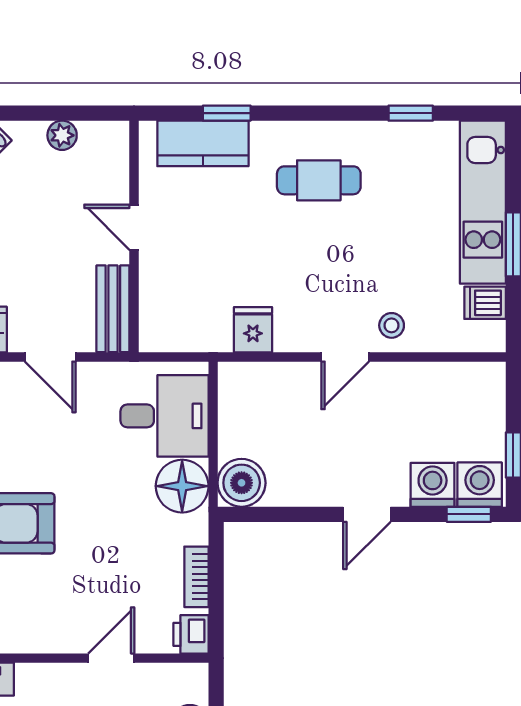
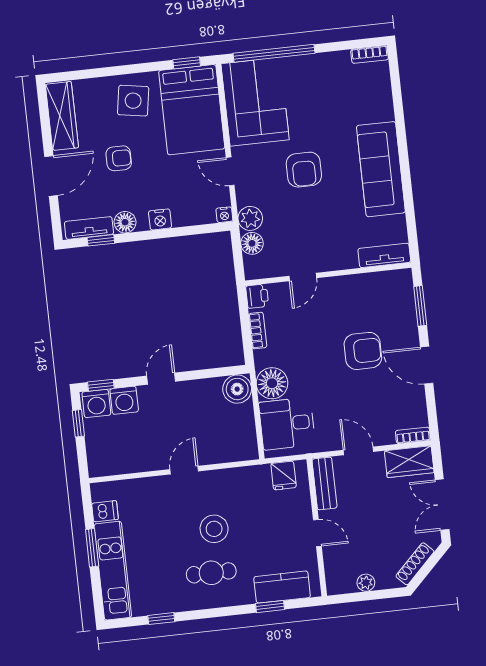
stool: (392, 325) -> (214, 529), moved, width x1.89, depth x1.89
fridge: (253, 330) -> (284, 475), moved

